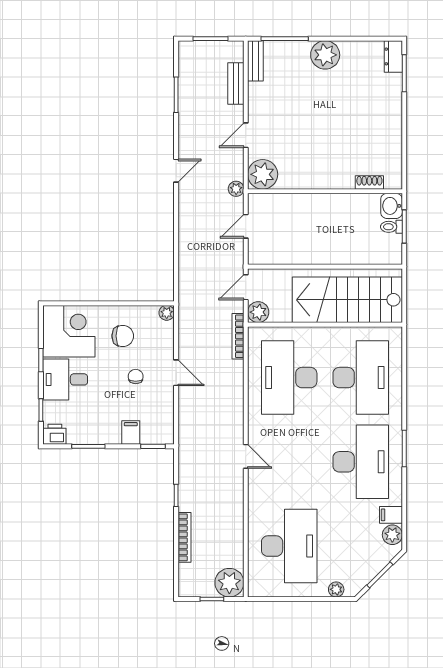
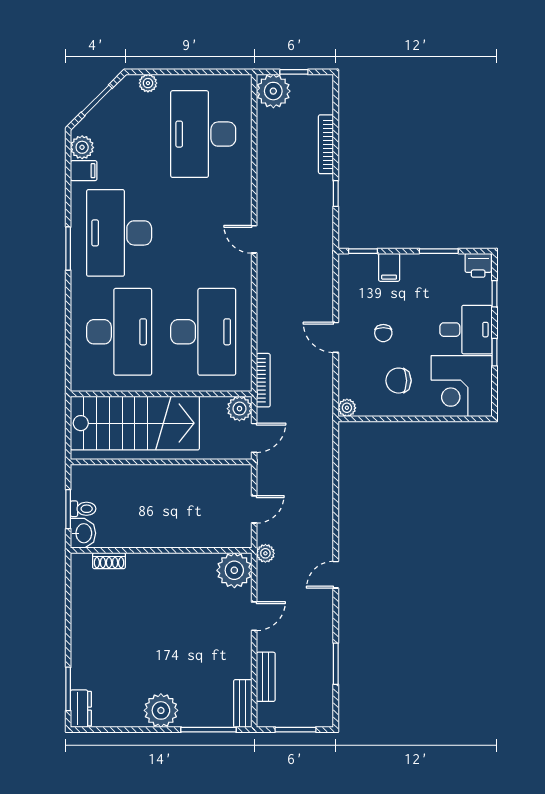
desk: (361, 378) -> (119, 332), turned 180

